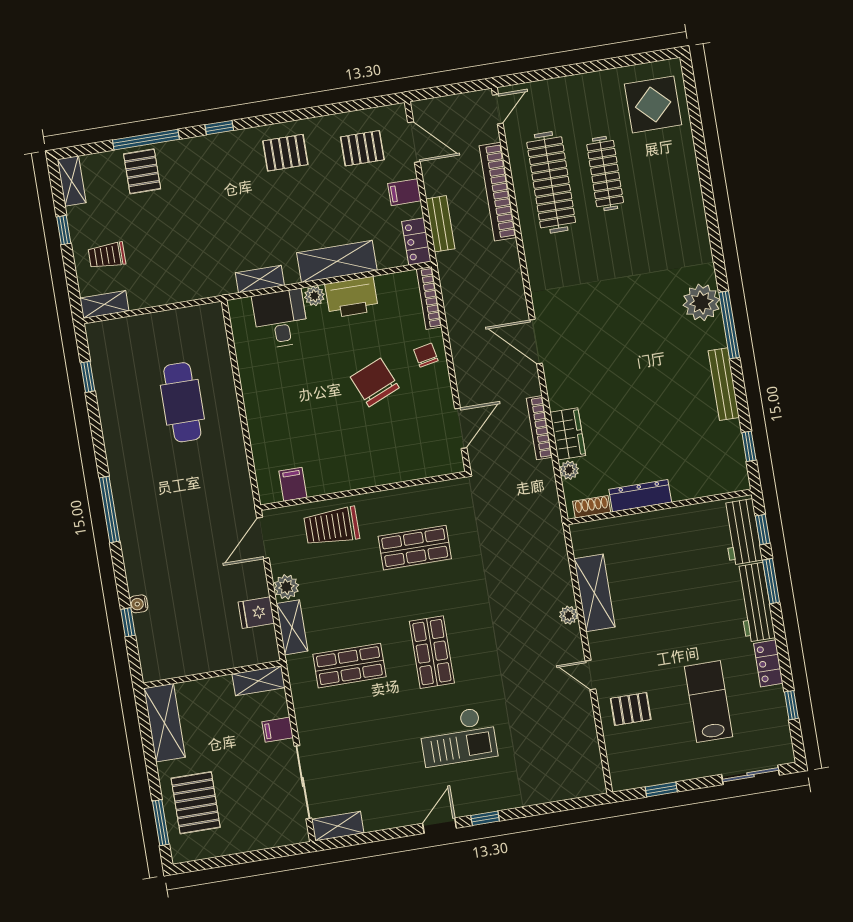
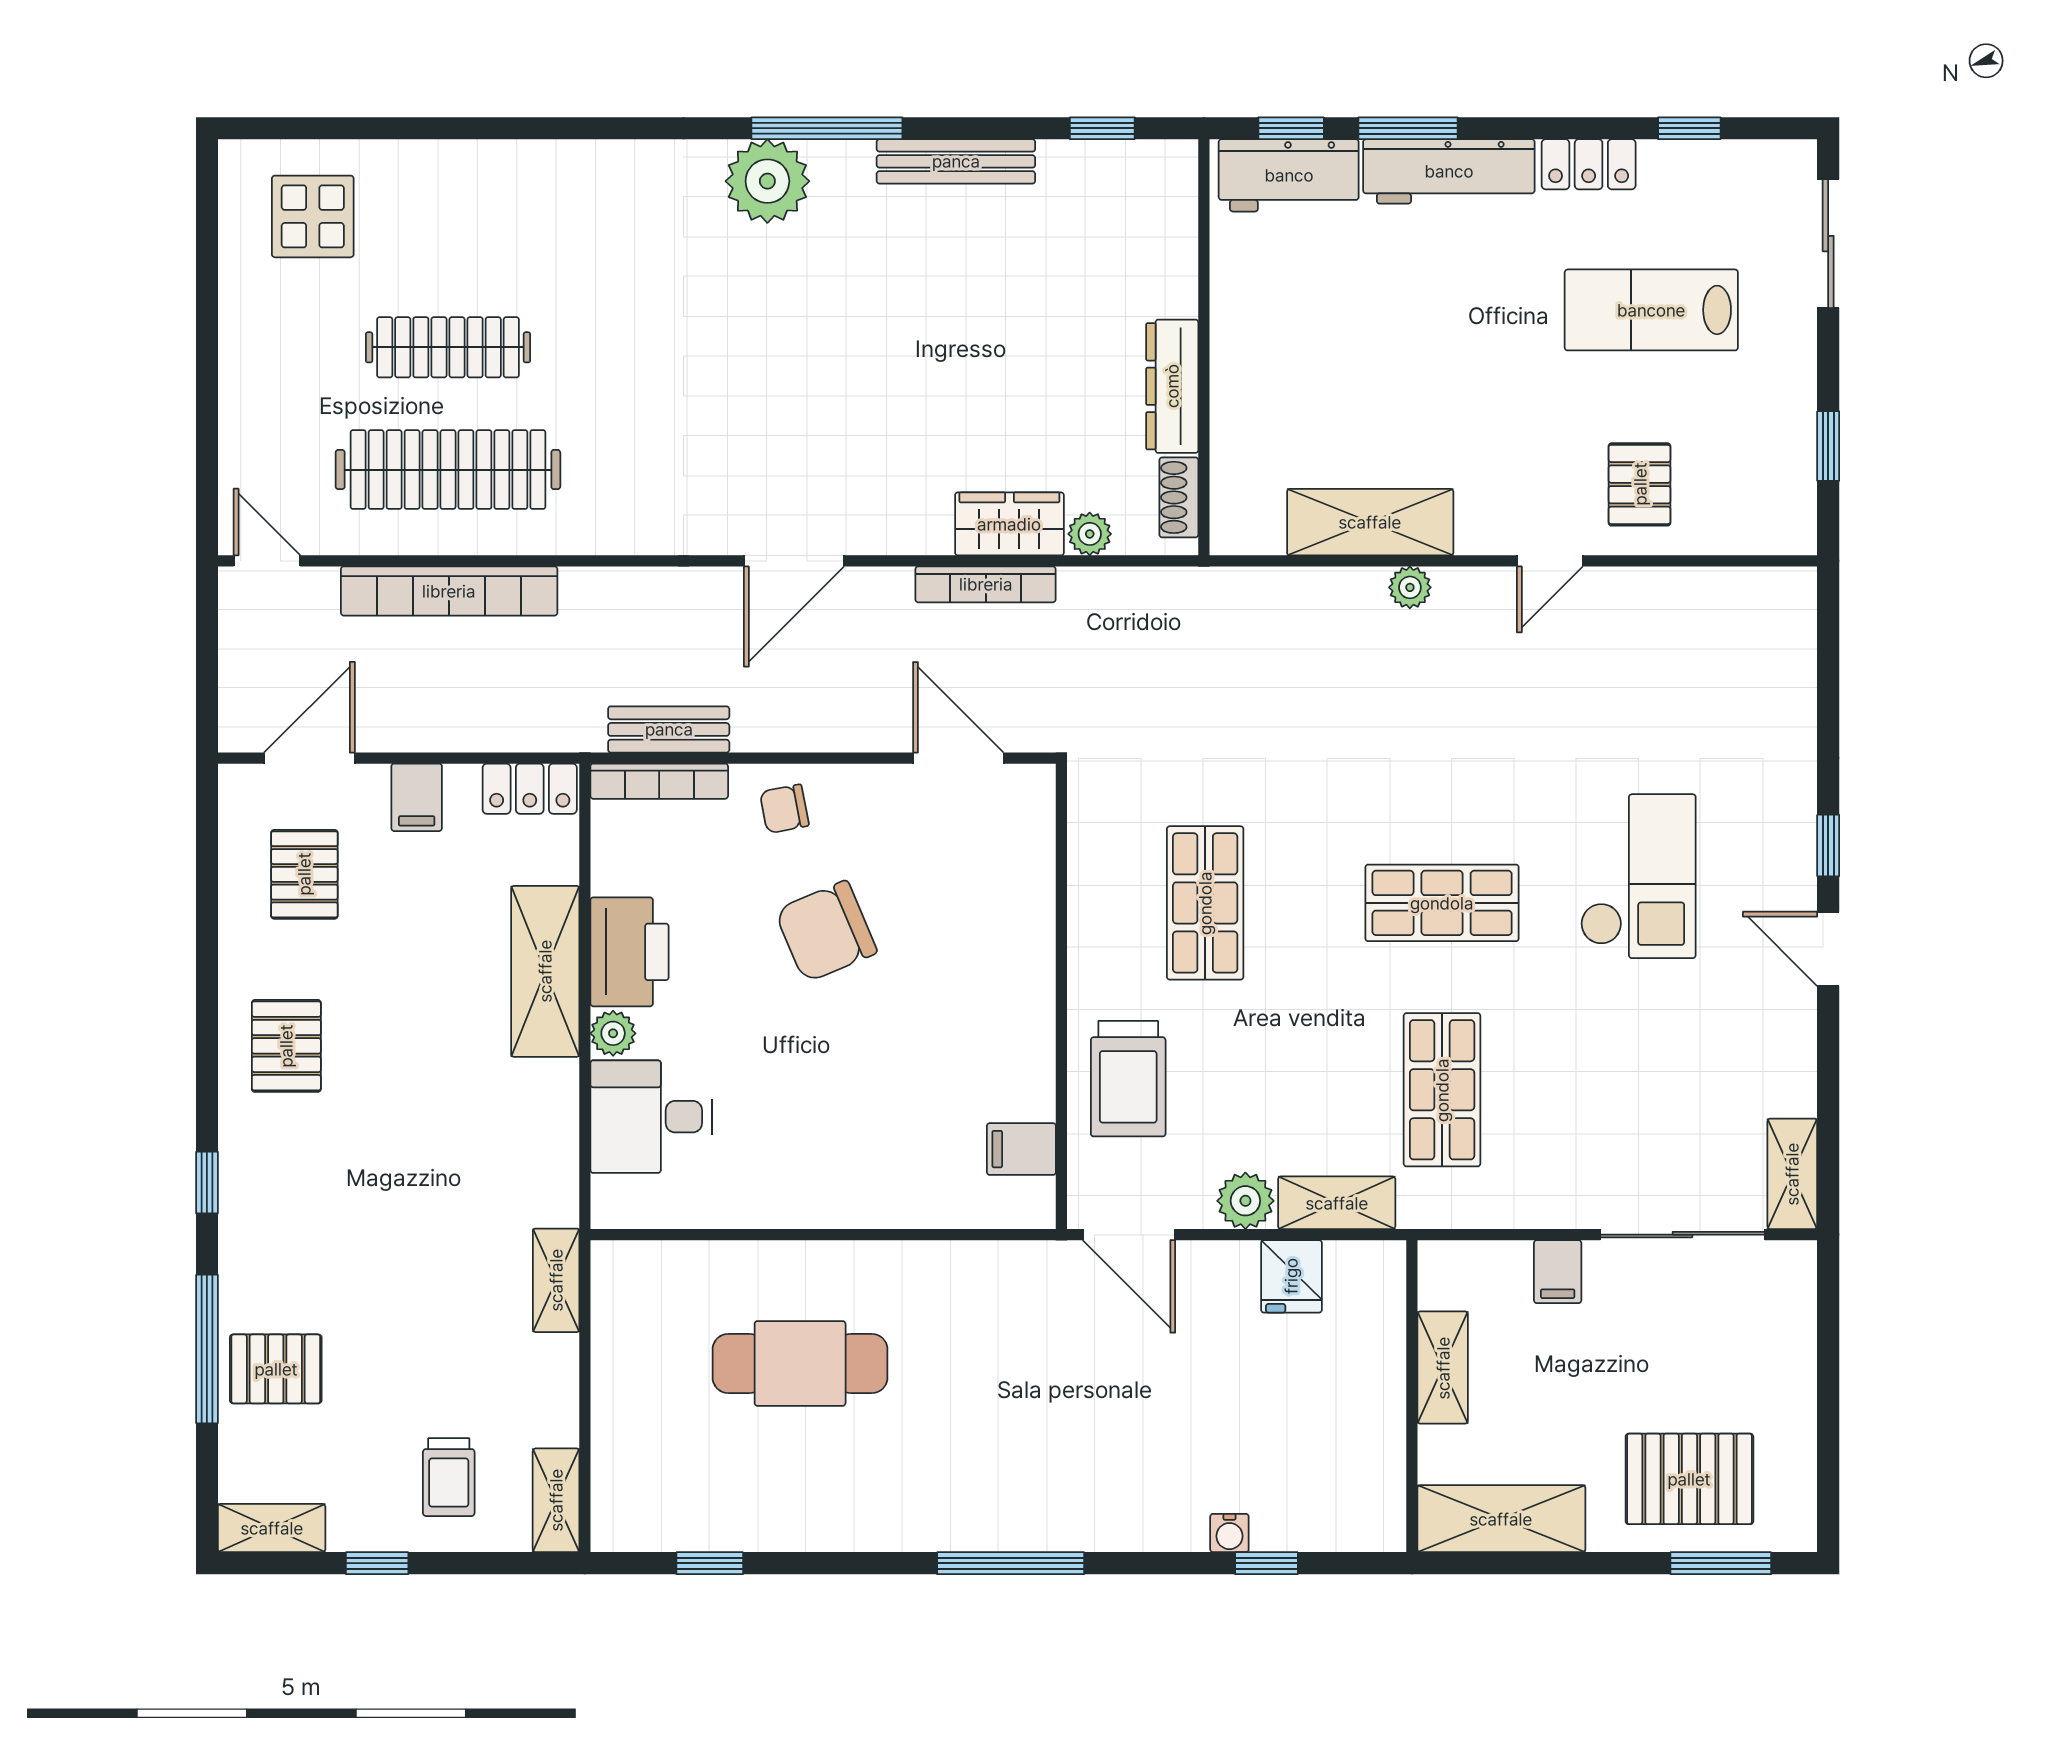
display table: (653, 104) -> (313, 216), width x0.73, depth x0.73
bench: (440, 224) -> (669, 729), moved
shelving: (260, 279) -> (556, 1280), moved
shelving: (258, 681) -> (1443, 1368), moved

